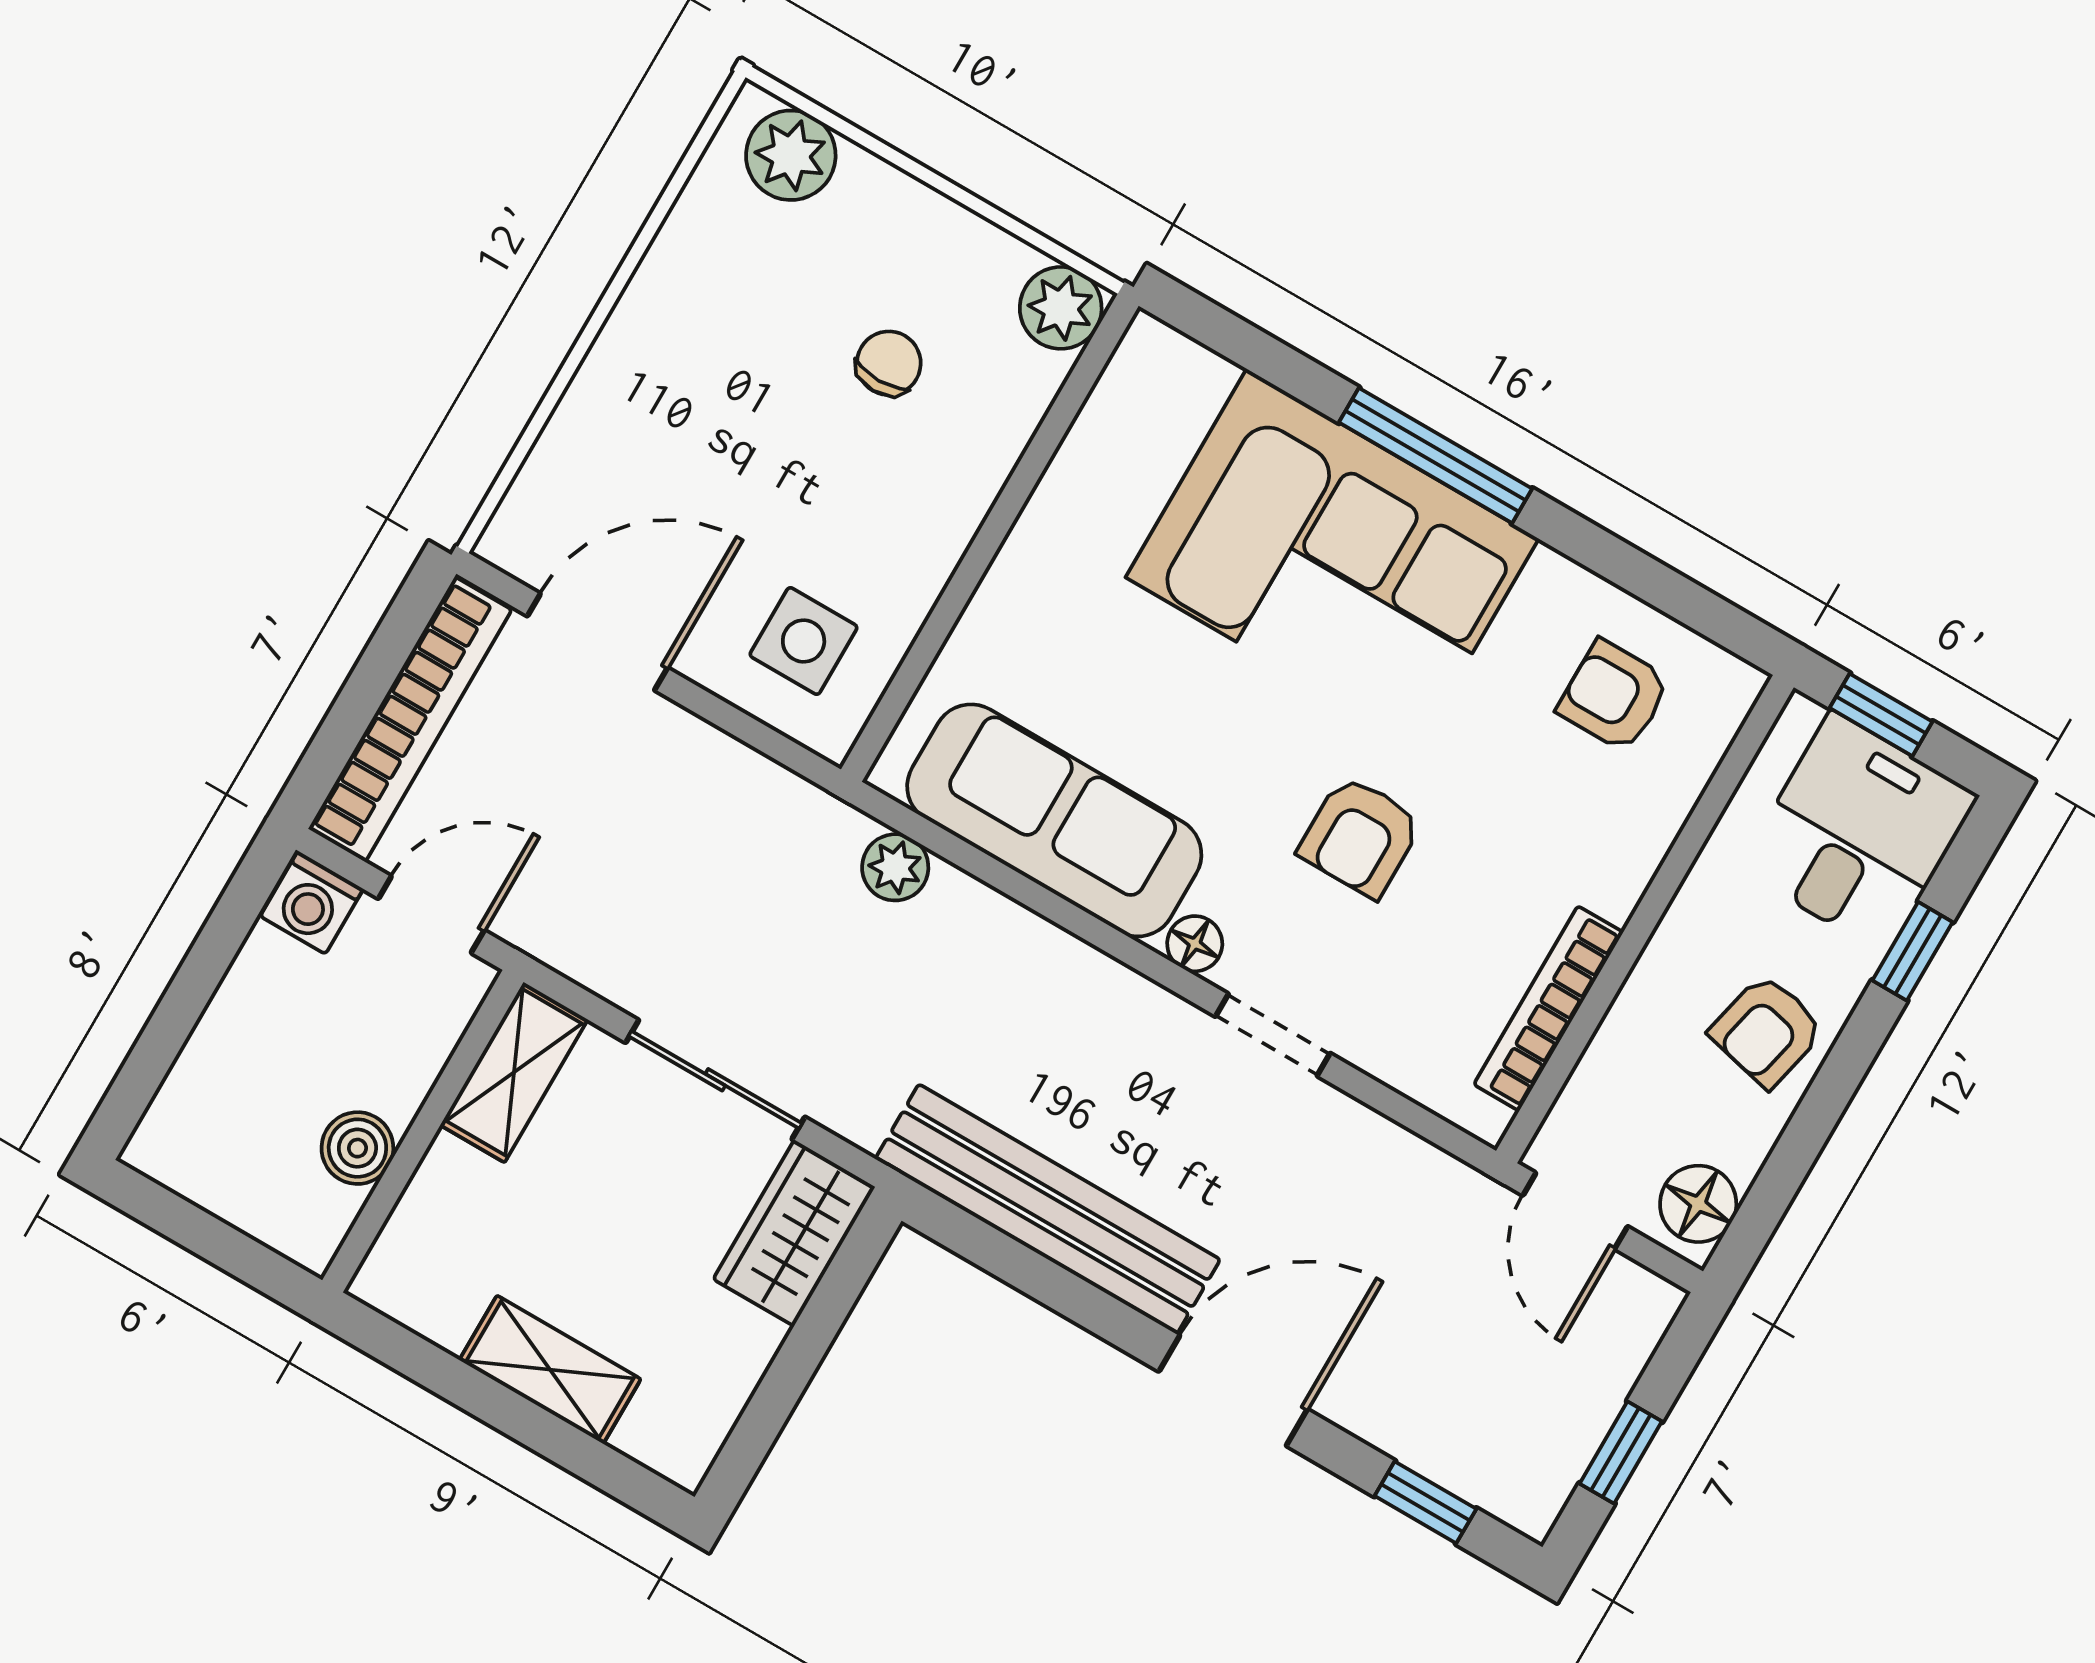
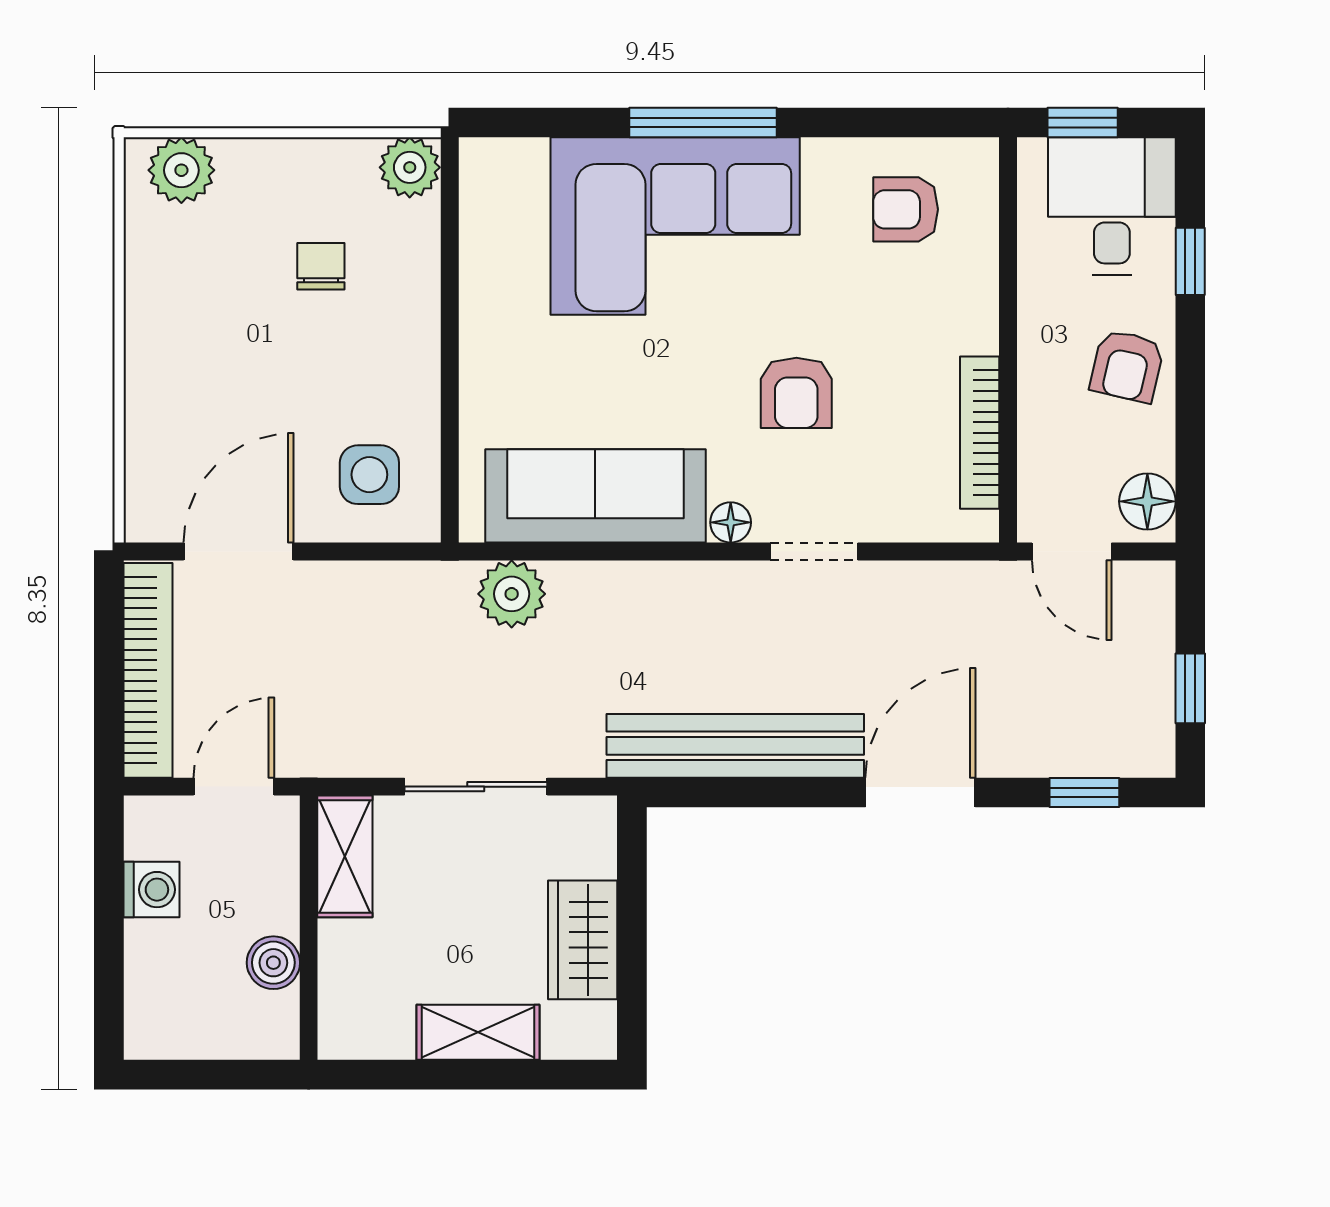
plant: (895, 867) -> (512, 594), width x1.38, depth x1.38
washing machine: (312, 903) -> (151, 890), moved, turned -90
wardrobe: (794, 1233) -> (583, 940), moved

